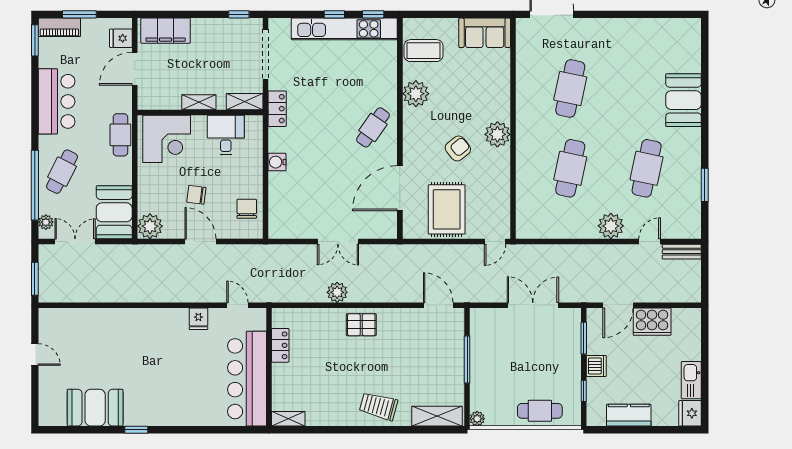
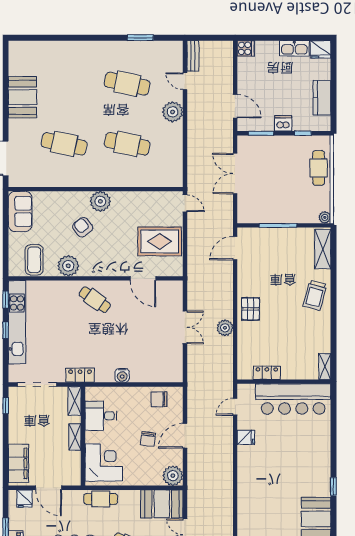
booth: (683, 100) -> (22, 97), moved, turned 90
armchair: (458, 148) -> (83, 227), moved
door: (400, 188) -> (143, 278), width x0.73
cooker: (652, 322) -> (246, 48), moved, width x0.53, depth x0.76

